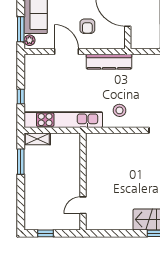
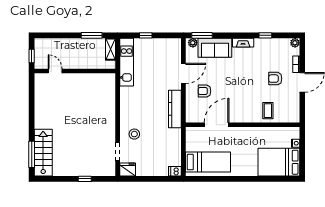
stool: (120, 110) -> (134, 134), moved
kitchen unit: (63, 120) -> (127, 62), width x0.73
wall: (83, 182) -> (75, 71), moved
door: (83, 205) -> (55, 71), moved

